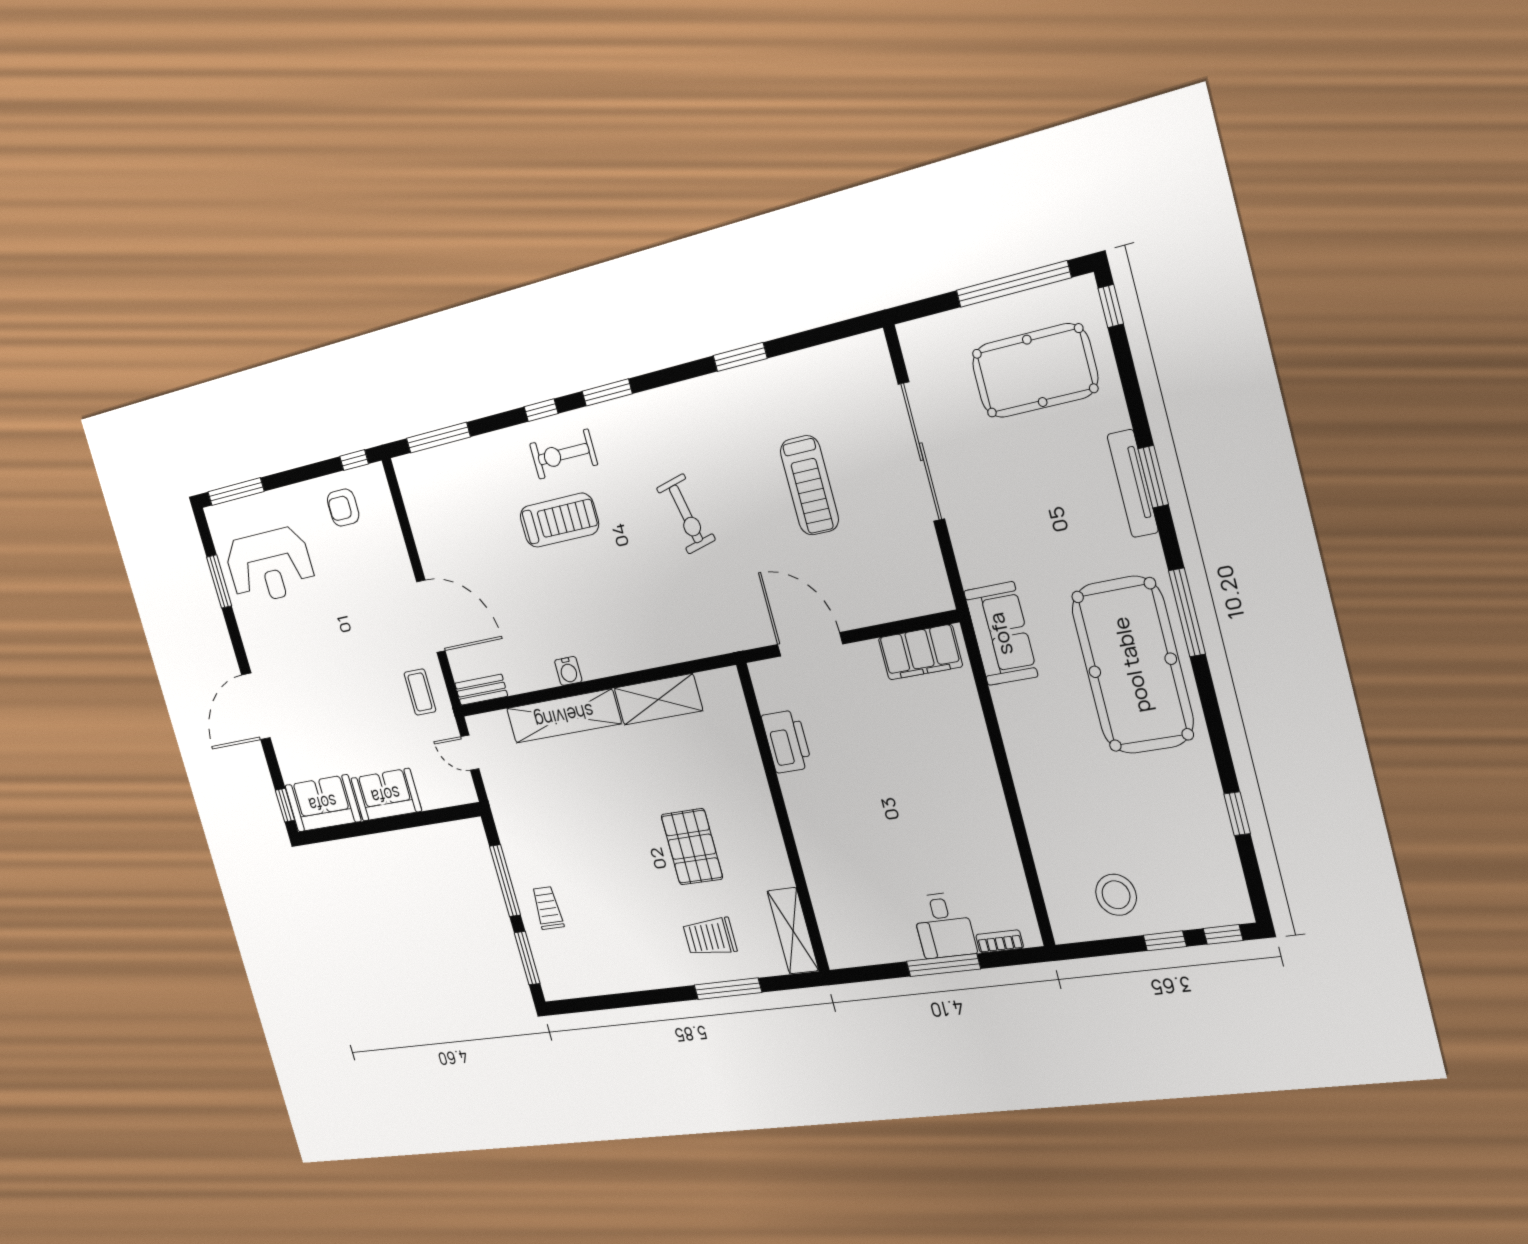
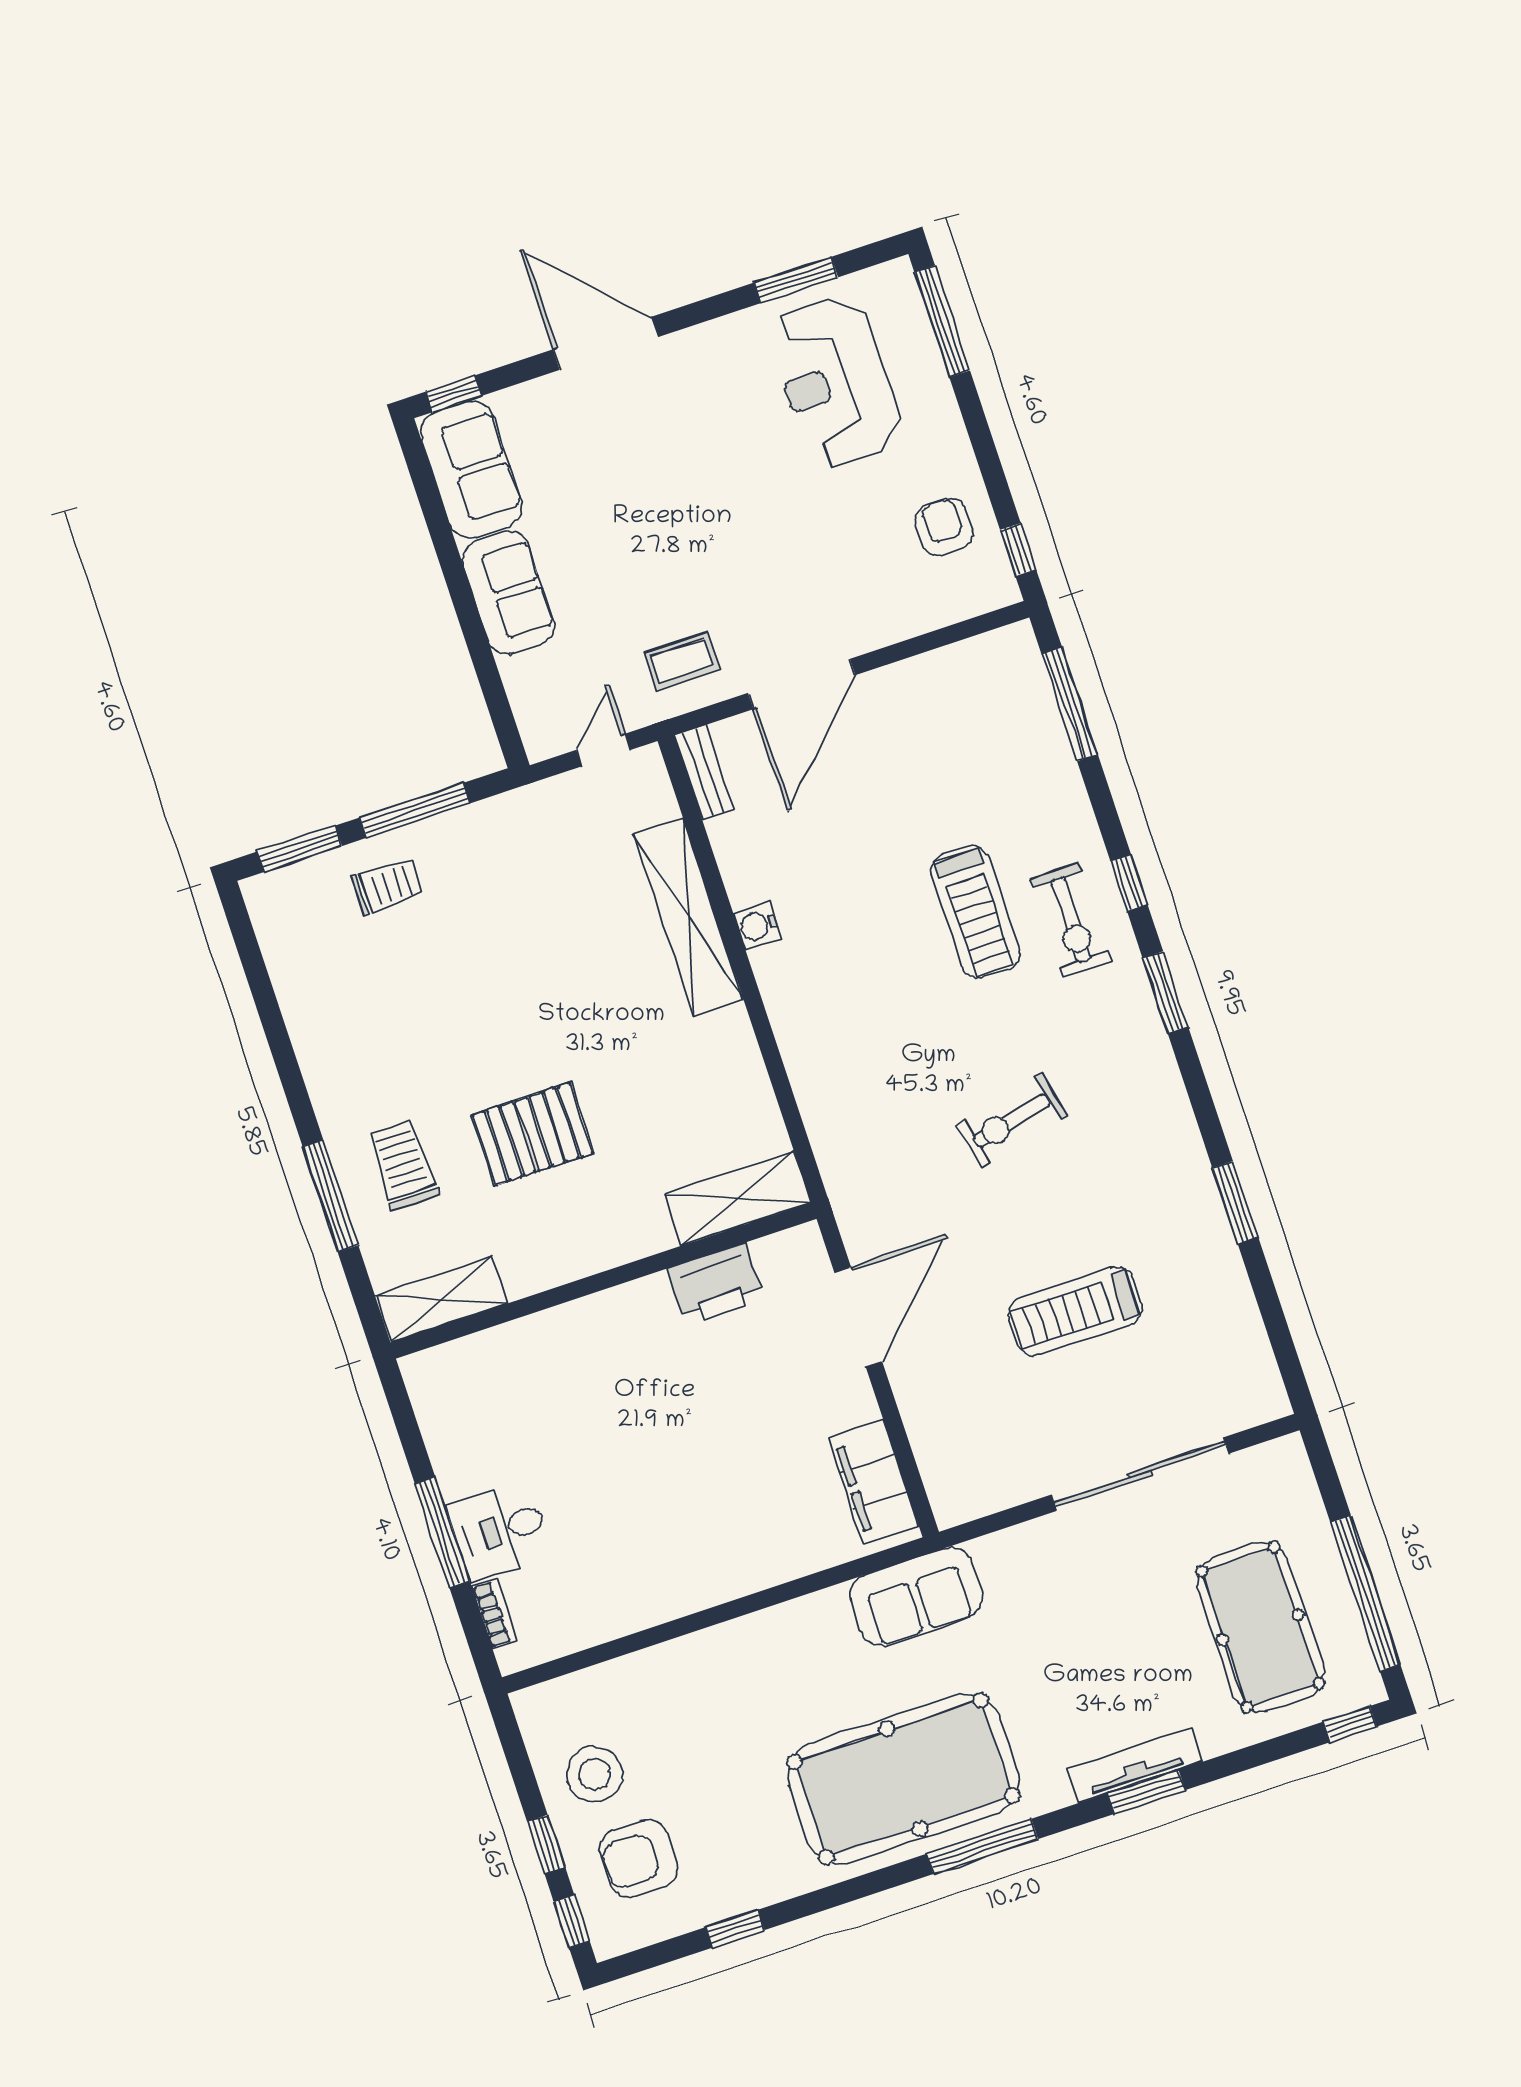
exercise bike: (564, 454) -> (1071, 920), turned 180
shelving: (658, 699) -> (738, 1198), moved, turned 90
armchair: (1180, 875) -> (639, 1859), added

